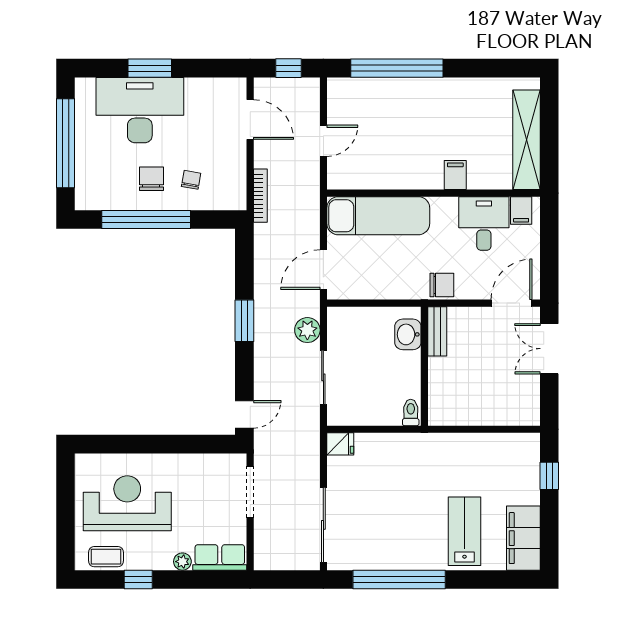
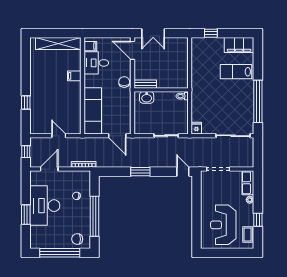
window: (397, 68) -> (26, 102), width x0.32
desk: (140, 110) -> (45, 206), moved
chair: (151, 179) -> (77, 239), moved
plant: (307, 330) -> (145, 143), removed

